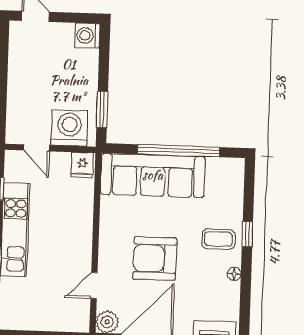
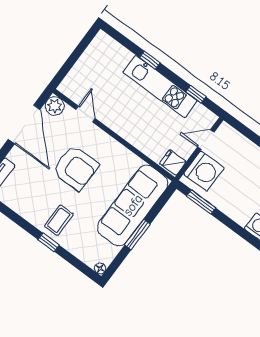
window: (178, 151) -> (137, 234), width x0.47
armchair: (155, 258) -> (75, 168), turned 90
floor lamp: (234, 274) -> (100, 268), moved

